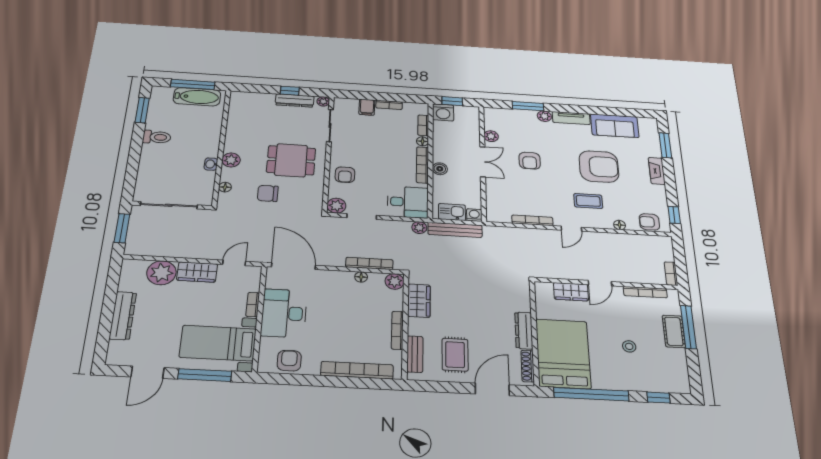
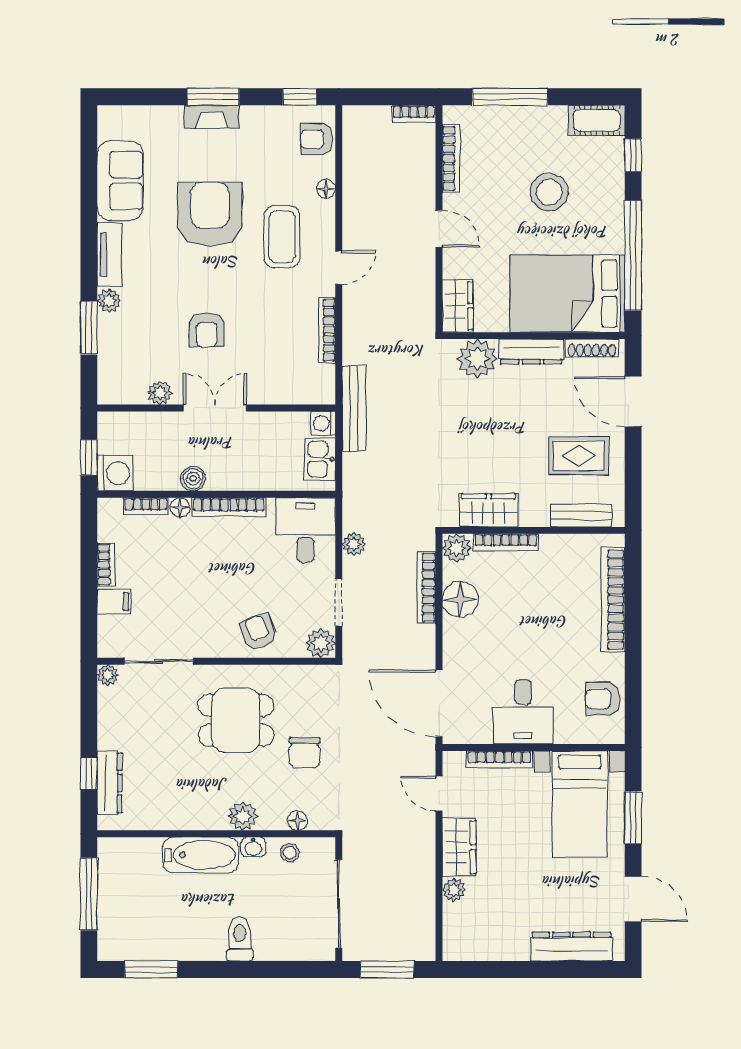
window: (290, 91) -> (89, 774), moved
bathtub: (197, 97) -> (201, 855), moved, turned 90
dresser: (295, 100) -> (110, 783), moved
toilet: (157, 137) -> (240, 939), moved
window: (665, 145) -> (213, 97), moved
dining table: (291, 160) -> (236, 720), turned 90
armchair: (530, 161) -> (207, 330), turned 90
boiler: (440, 169) -> (193, 479), moved
armchair: (345, 175) -> (258, 632), turned -111
stool: (205, 182) -> (290, 853), added
coffee table: (588, 201) -> (282, 237), width x1.36, depth x1.30
armchair: (649, 222) -> (317, 139), turned 90
plant: (419, 228) -> (354, 544), moved
door: (571, 229) -> (339, 268), hinge flipped
bench: (455, 230) -> (354, 408), moved
door: (293, 266) -> (439, 703), hinge flipped
plant: (161, 273) -> (454, 890), width x0.53, depth x0.53
floor lamp: (361, 277) -> (460, 599), width x1.89, depth x1.89
wardrobe: (571, 292) -> (458, 306), moved
plant: (518, 300) -> (477, 359), added
bookcase: (253, 305) -> (499, 759), width x1.56
desk: (284, 313) -> (523, 712), width x0.73
dresser: (123, 316) -> (572, 947), moved
bookcase: (397, 330) -> (506, 542), moved
cot: (674, 331) -> (597, 120), moved
stool: (629, 346) -> (549, 192), width x1.89, depth x1.89
window: (205, 375) -> (633, 818), width x0.69

